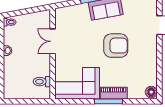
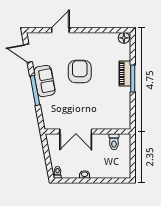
double door: (53, 41) -> (76, 131), width x1.37
corner sofa: (77, 83) -> (116, 108), removed

